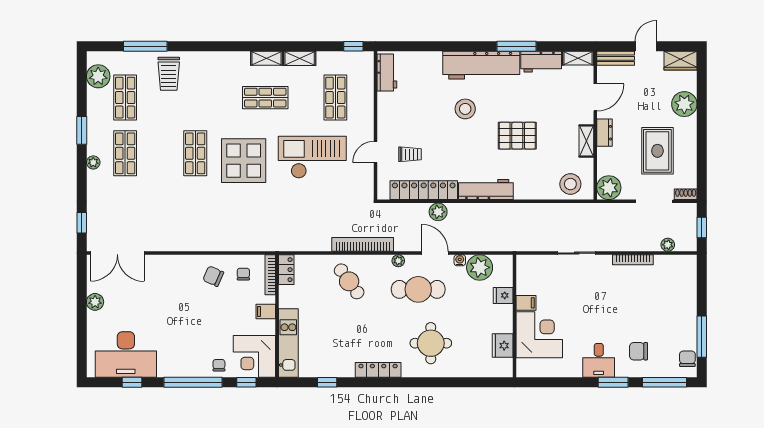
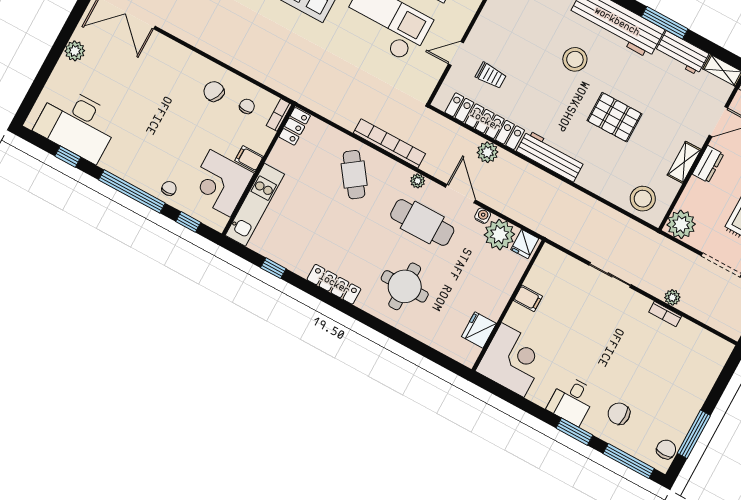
plant: (668, 245) -> (672, 297), moved
bookcase: (633, 260) -> (665, 314), width x0.64
bookcase: (270, 275) -> (279, 115), width x0.64
fridge: (503, 295) -> (525, 244), moved, turned -90
corner desk: (539, 335) -> (513, 360), moved
corner desk: (254, 356) -> (220, 183), moved

